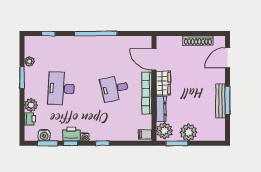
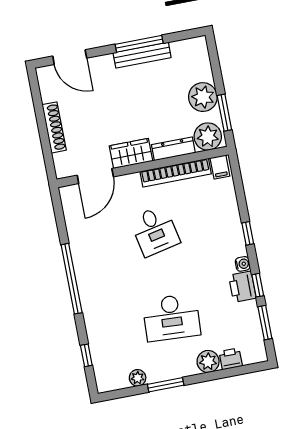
shoe rack: (198, 41) -> (54, 127), moved
bookcase: (147, 93) -> (176, 173), moved
water cooler: (44, 135) -> (253, 331), removed

